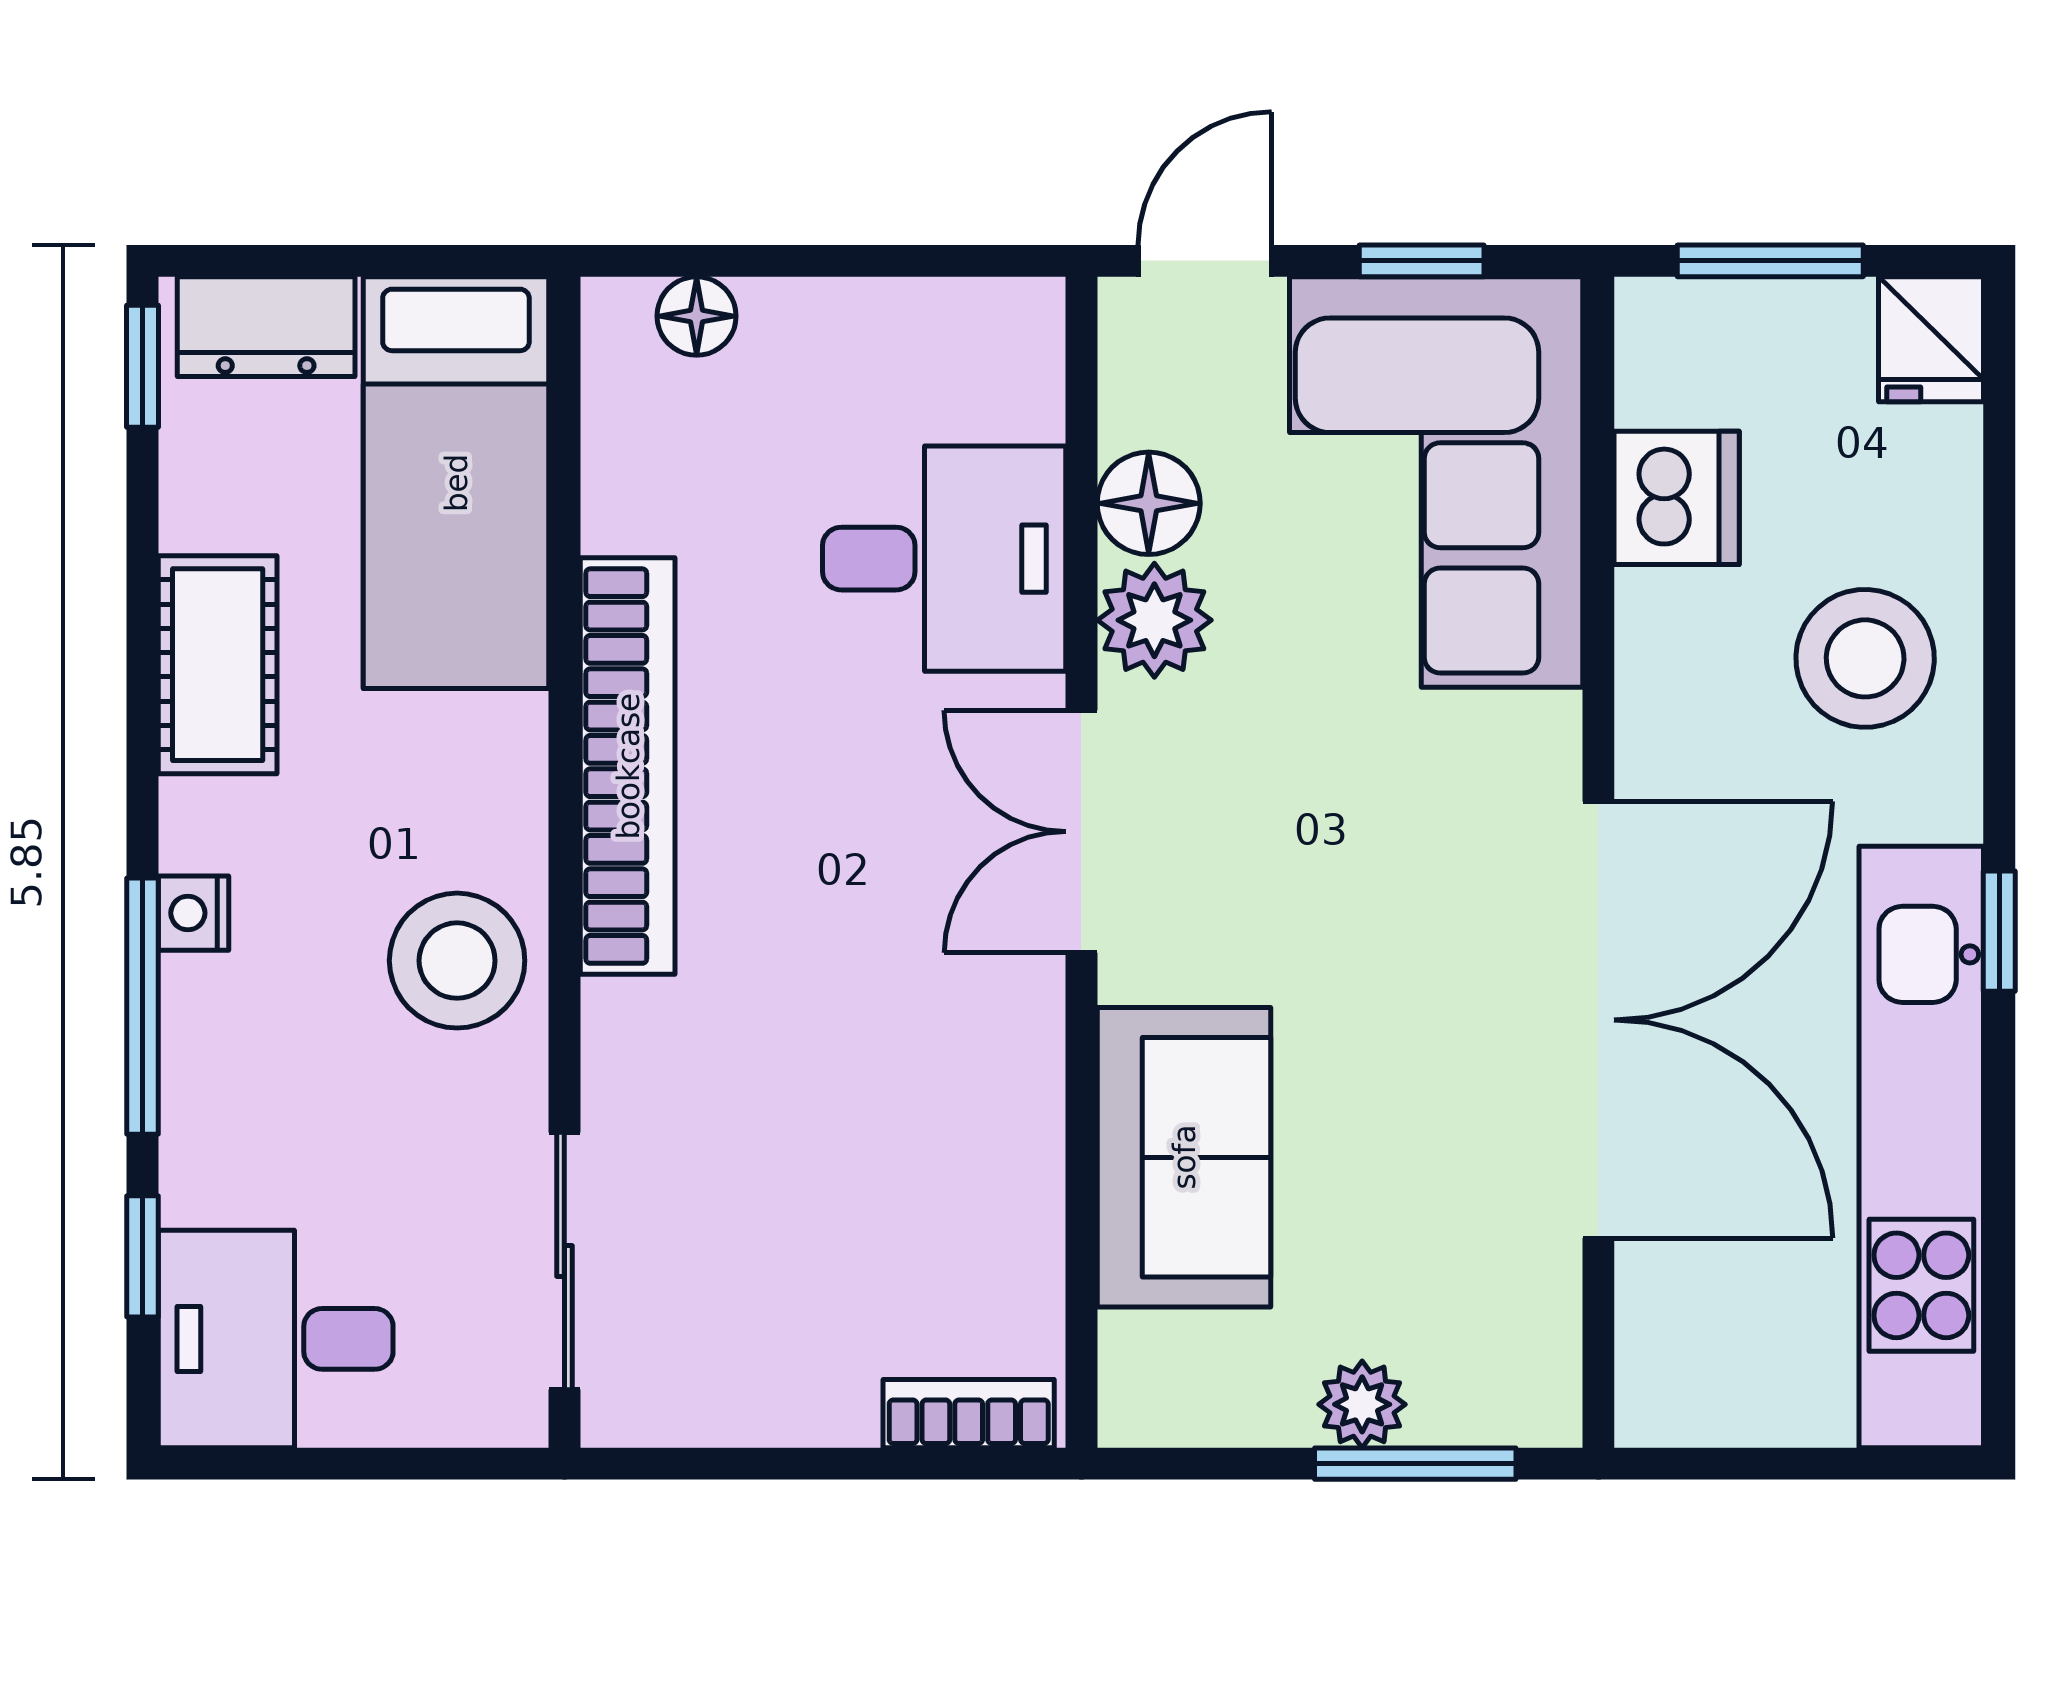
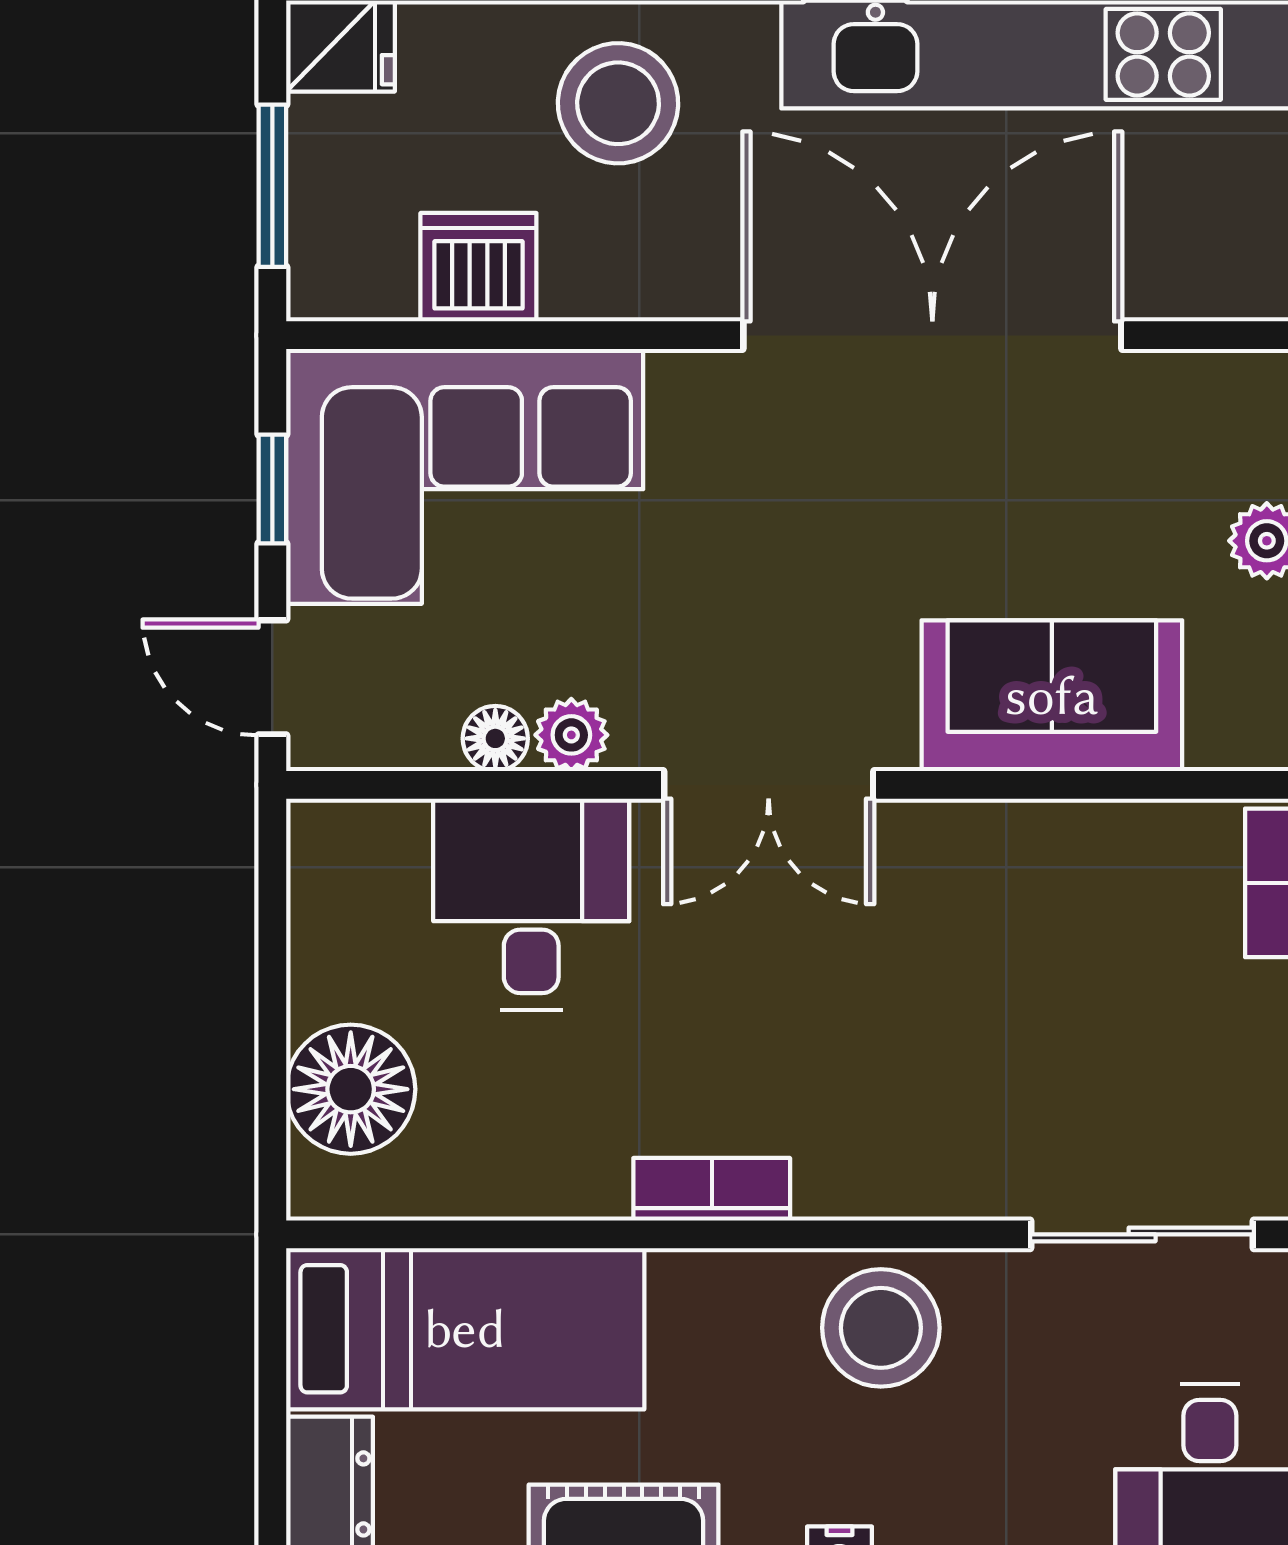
floor lamp: (697, 316) -> (351, 1089), width x1.89, depth x1.89
floor lamp: (1149, 503) -> (495, 738), width x0.73, depth x0.73
plant: (1154, 620) -> (571, 735), width x0.73, depth x0.73
bookcase: (628, 766) -> (712, 1189), width x0.43, depth x0.76

